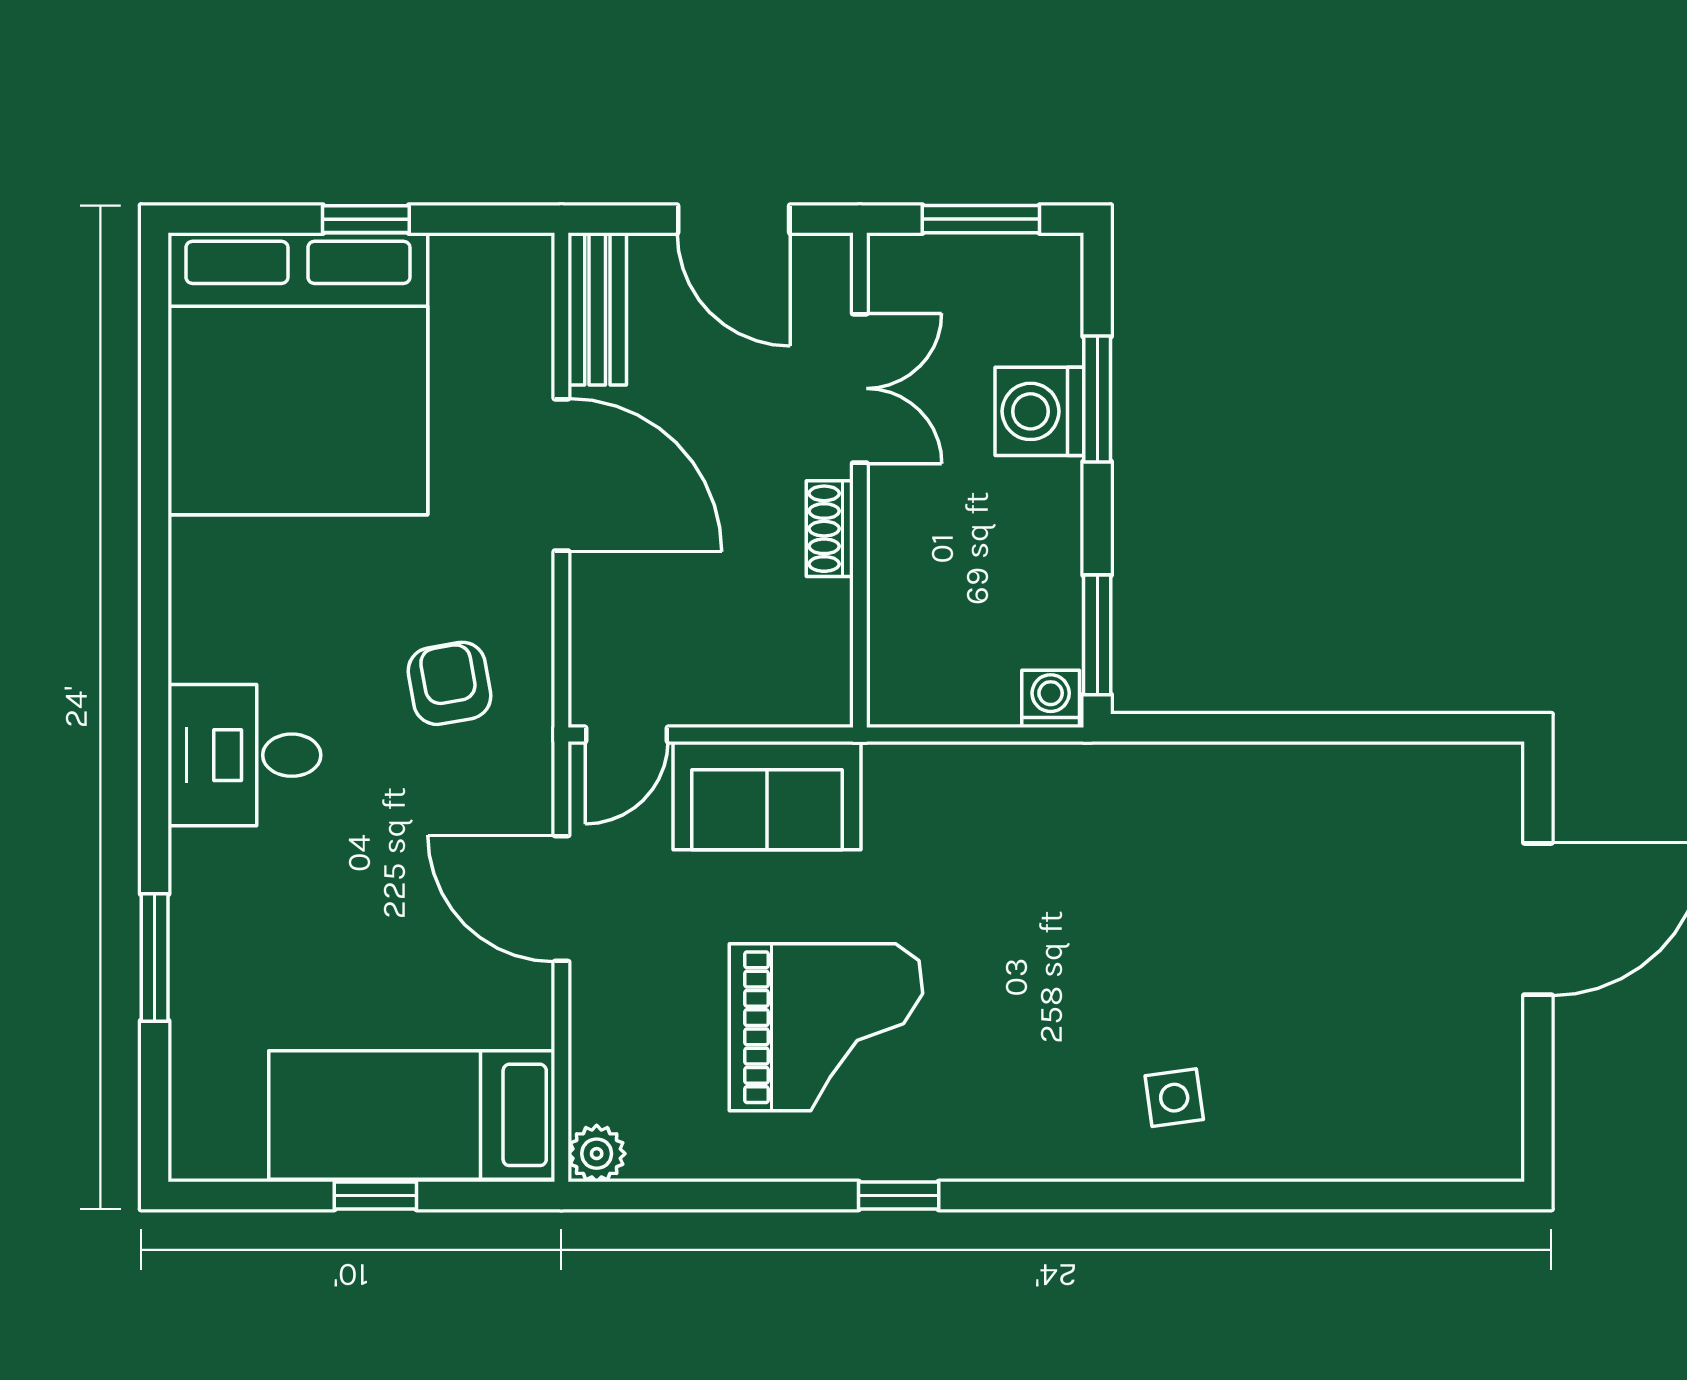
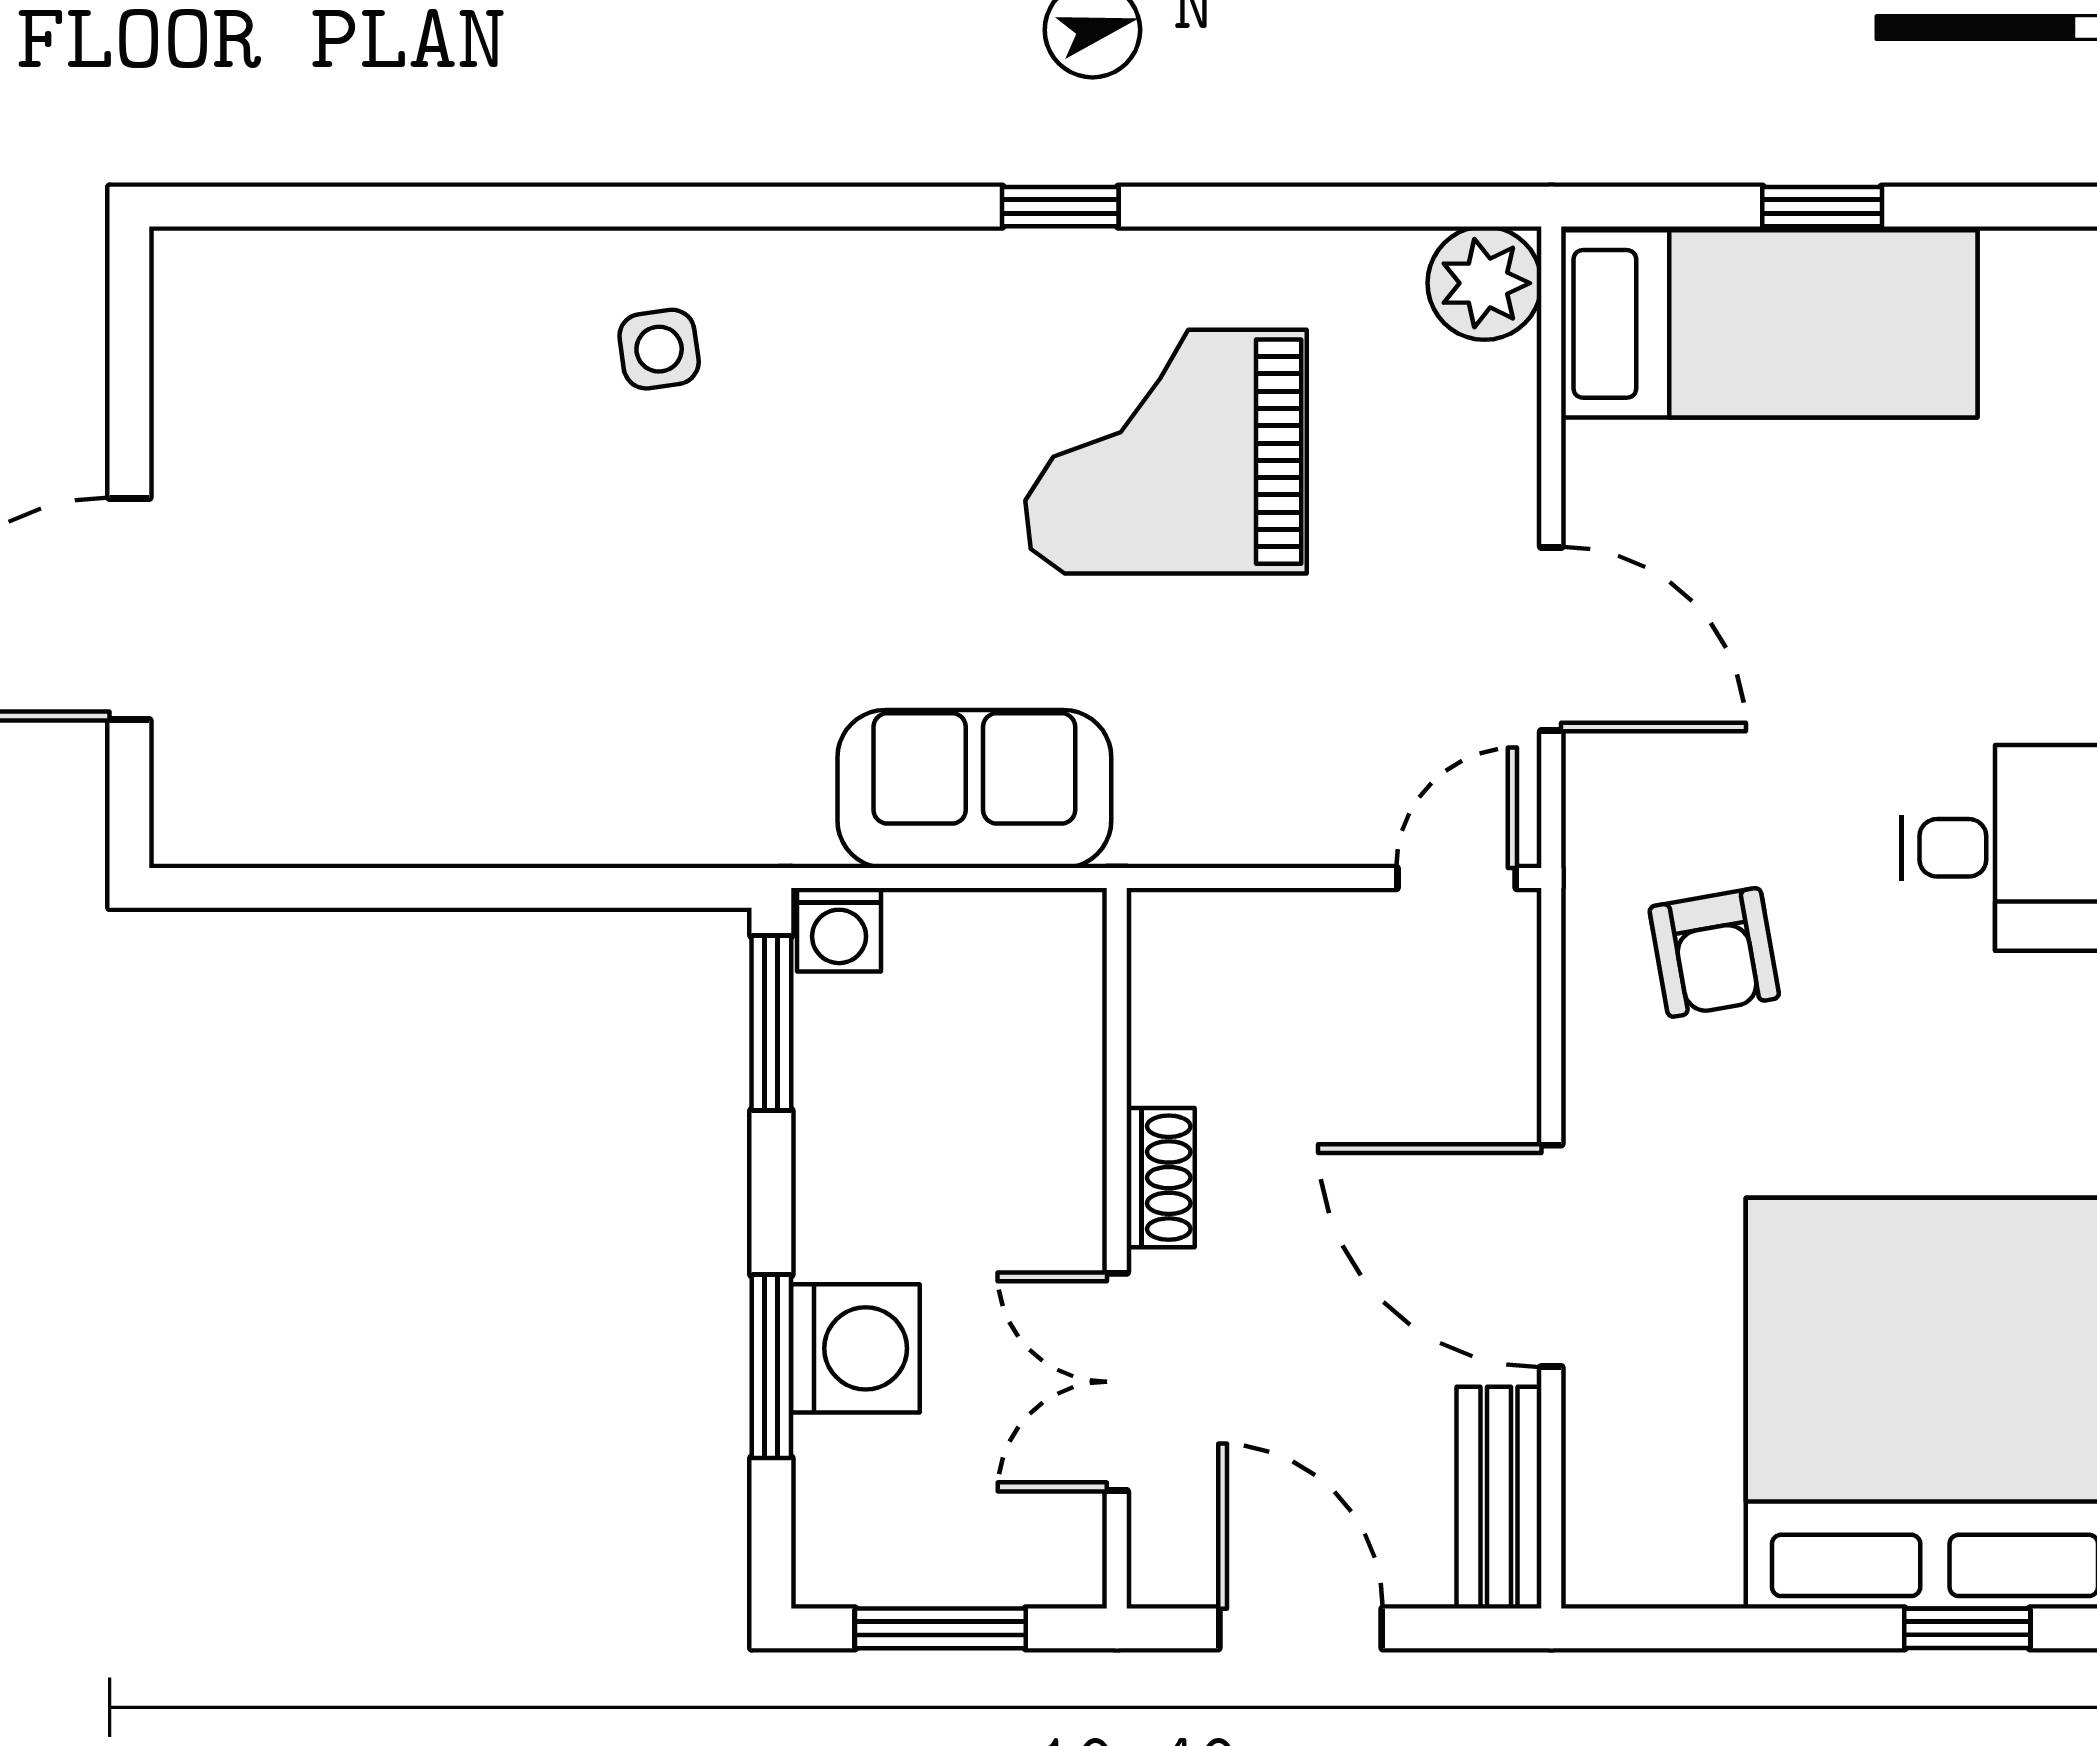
window: (366, 219) -> (1967, 1628), moved
sofa: (767, 796) -> (974, 789), moved
plant: (597, 1154) -> (1485, 283), width x1.38, depth x1.38

